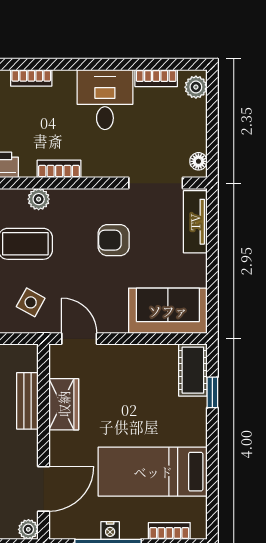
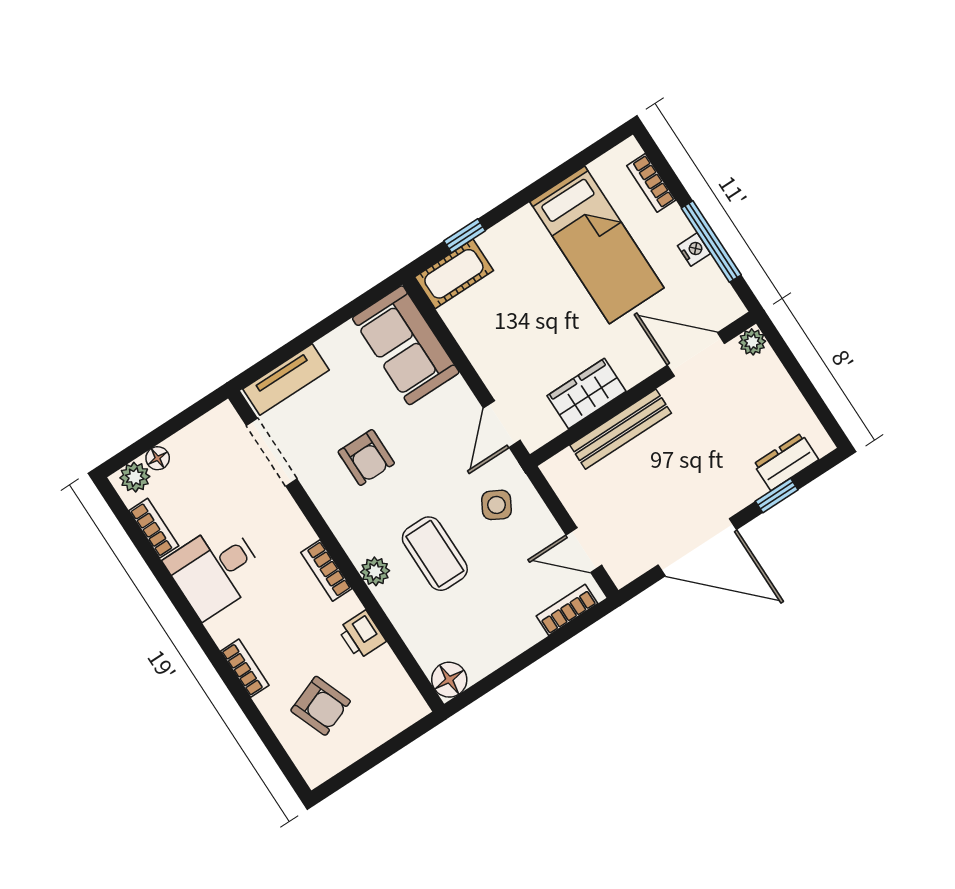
floor lamp: (198, 161) -> (158, 458), moved
bench: (27, 401) -> (621, 429), width x1.36

